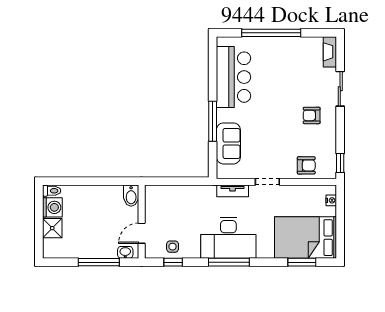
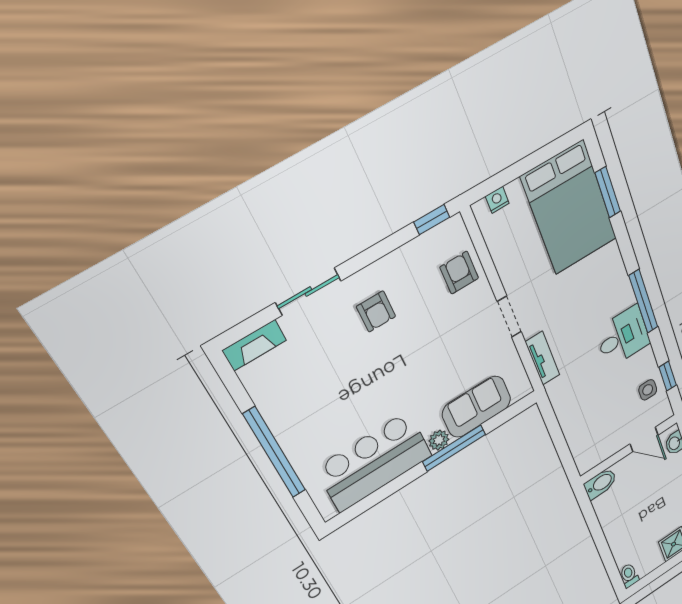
plant: (223, 115) -> (439, 440), added
washing machine: (52, 207) -> (649, 561), removed
desk: (228, 238) -> (623, 337), width x0.53, depth x0.77

